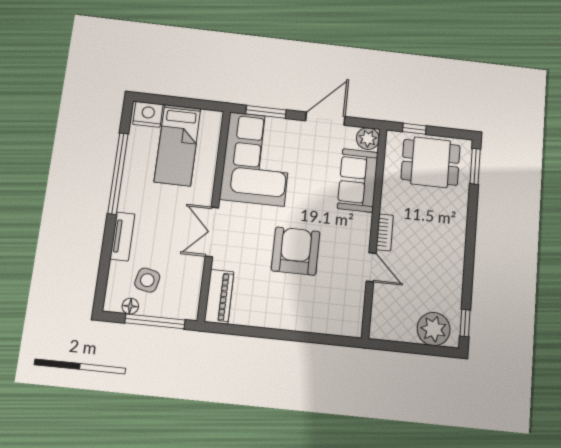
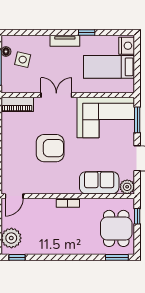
window: (118, 173) -> (87, 32), width x0.32
tv unit: (122, 236) -> (65, 41), moved
door: (371, 267) -> (14, 196), moved

